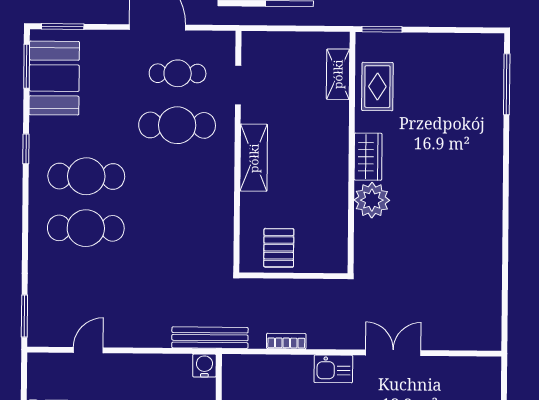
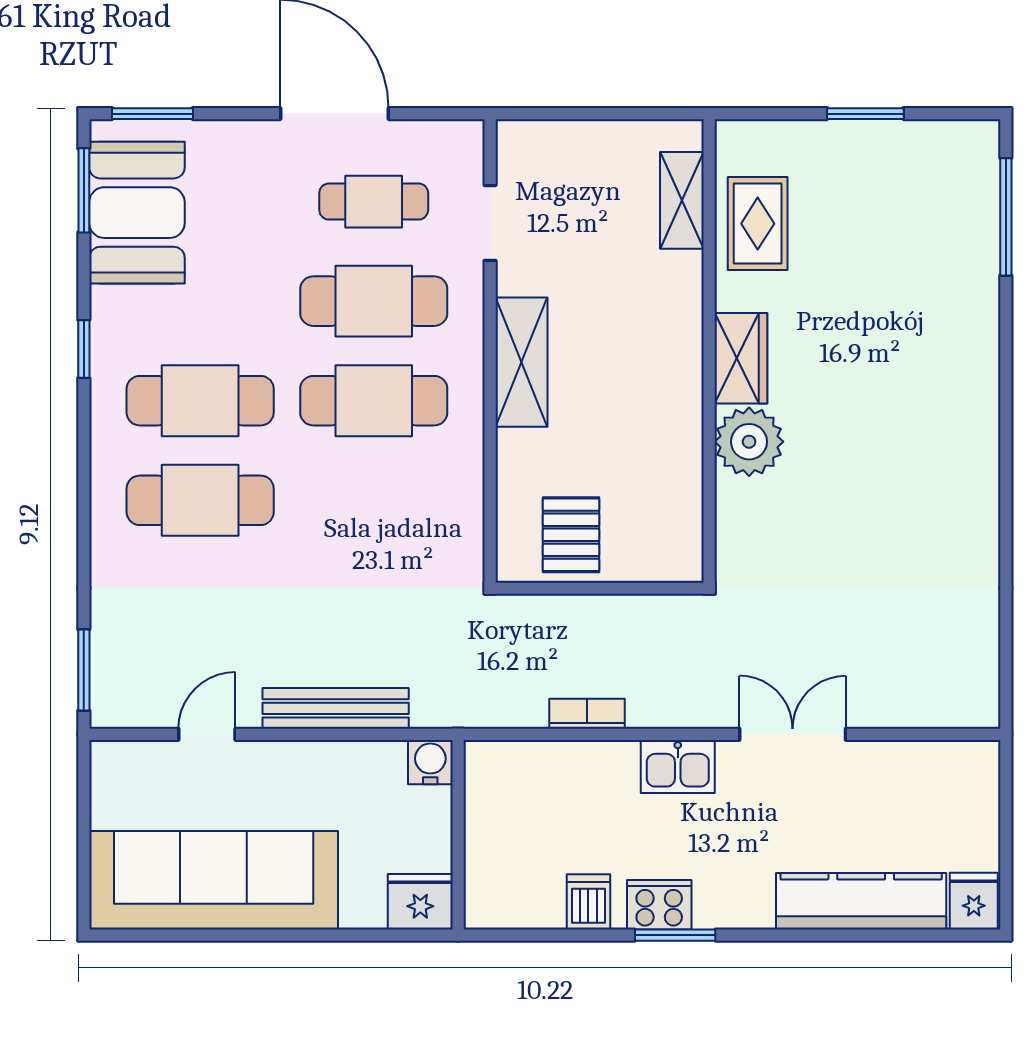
window: (382, 29) -> (865, 114), moved
cafe table: (177, 177) -> (374, 401), added
bench: (210, 338) -> (336, 708), moved

